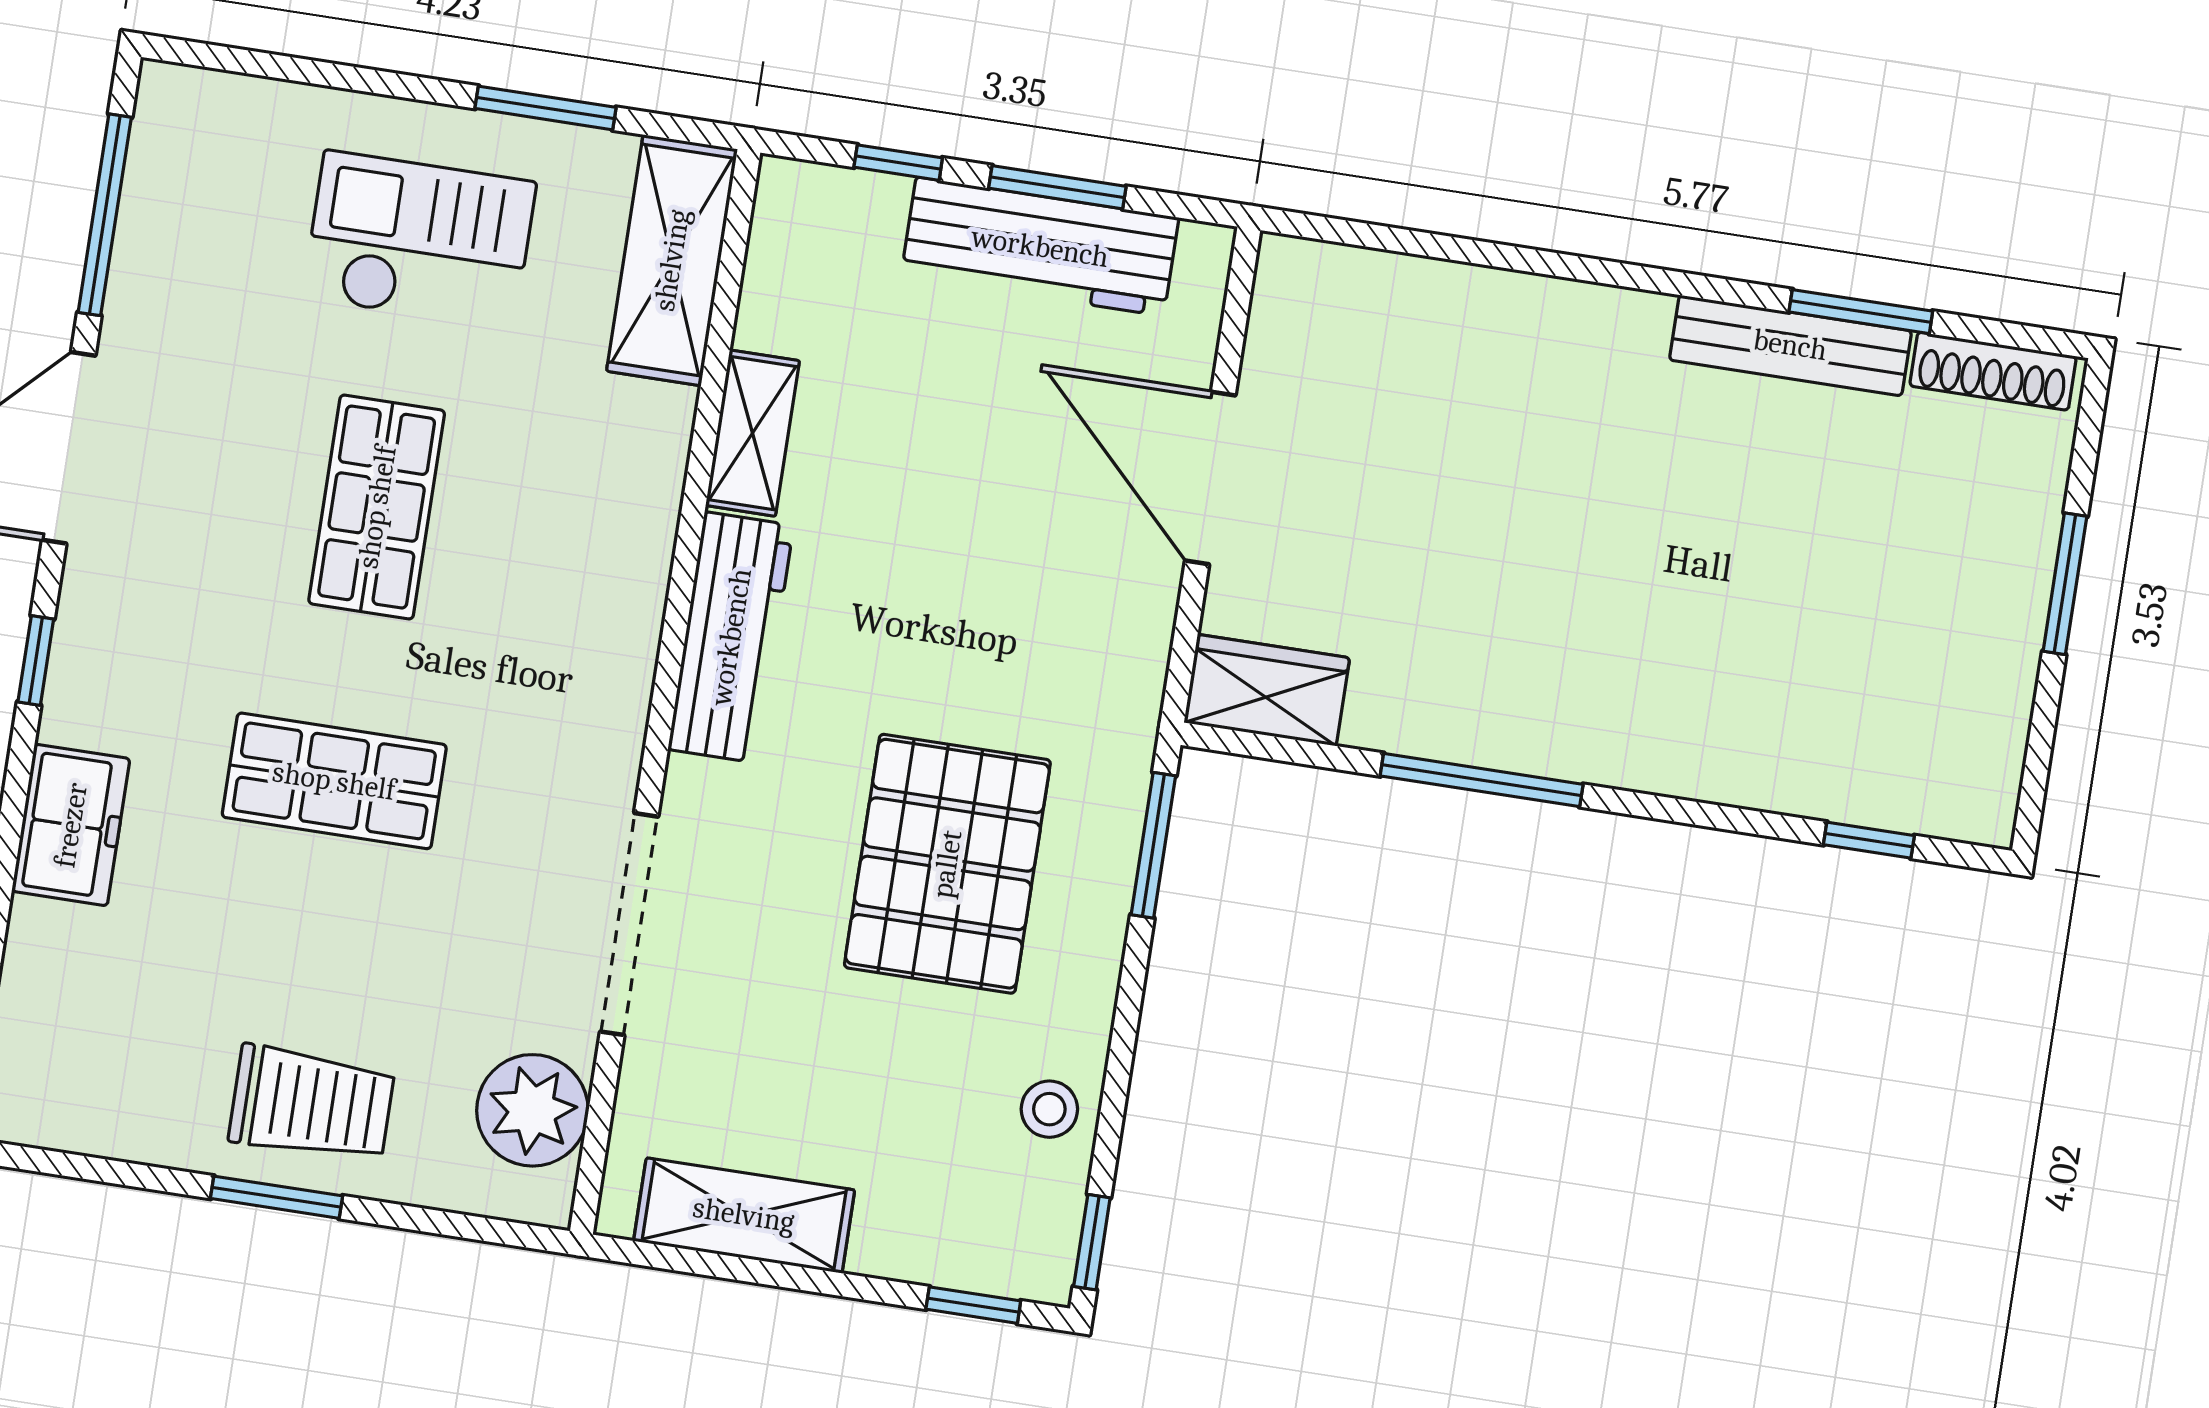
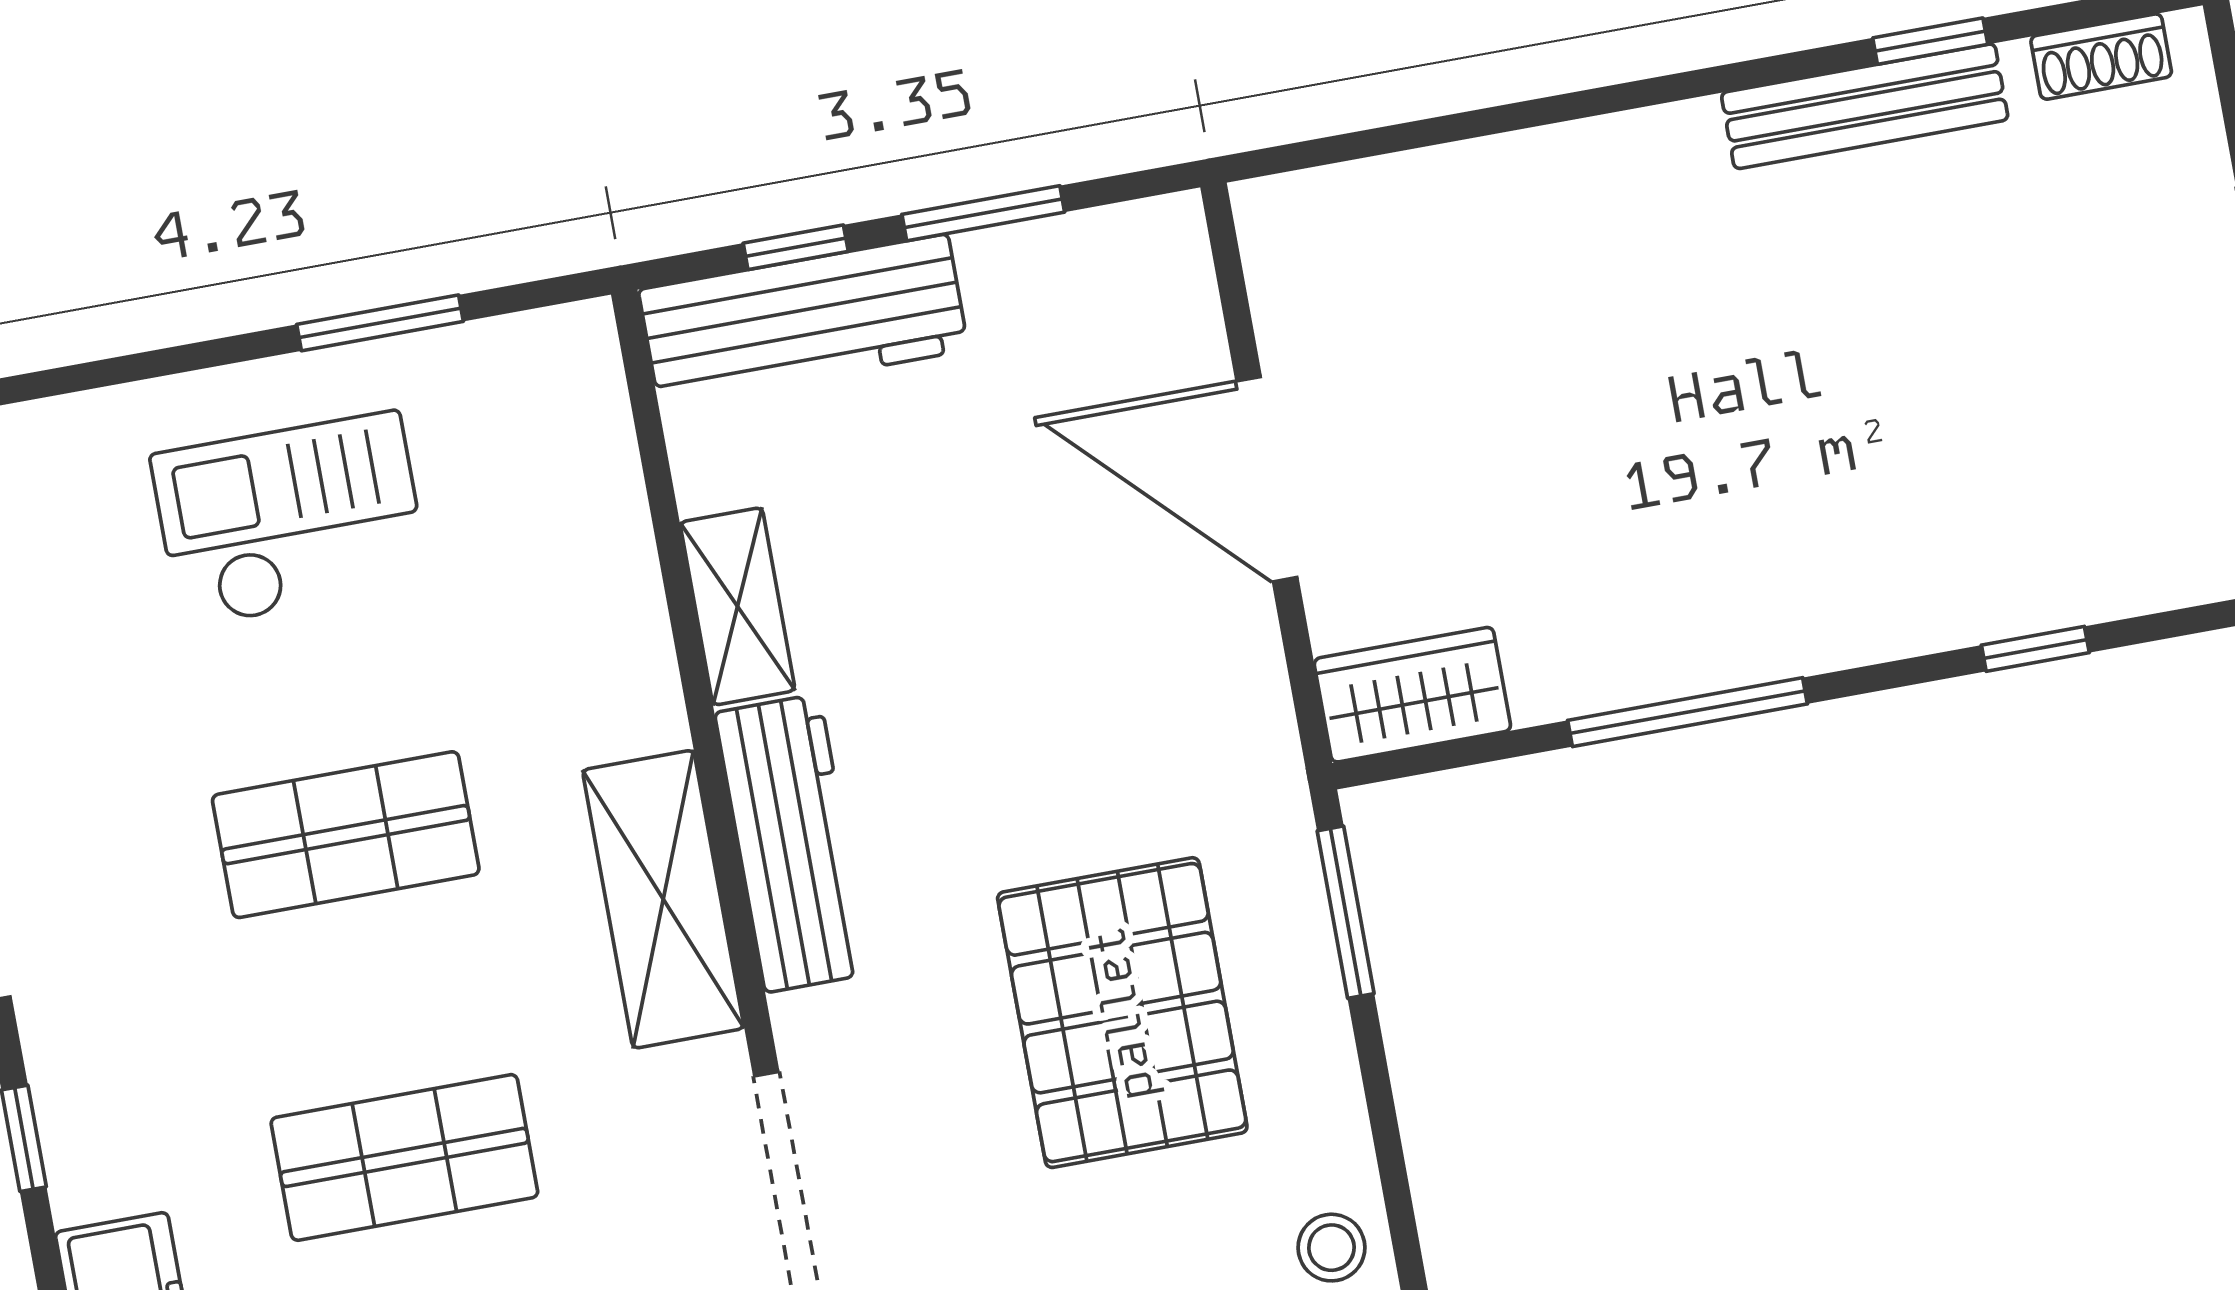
workbench: (1040, 247) -> (803, 320), moved
shelving: (672, 260) -> (663, 899), moved
window: (1861, 312) -> (1930, 41), width x0.67
shoe rack: (1993, 371) -> (2101, 57), width x0.70
shop shelf: (377, 507) -> (346, 835), turned 90
window: (1869, 840) -> (2035, 649), moved

